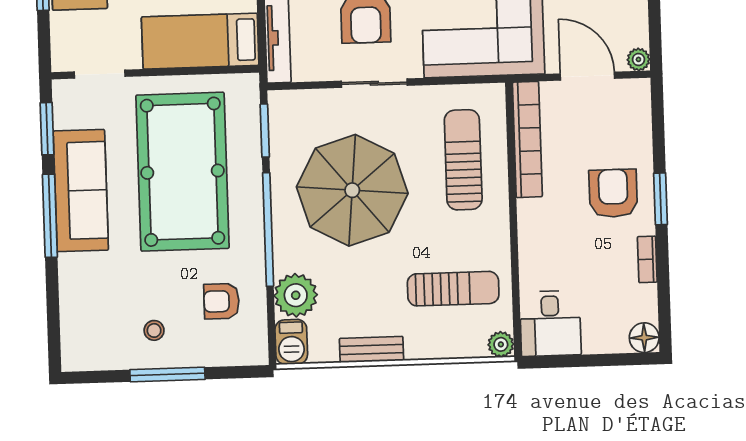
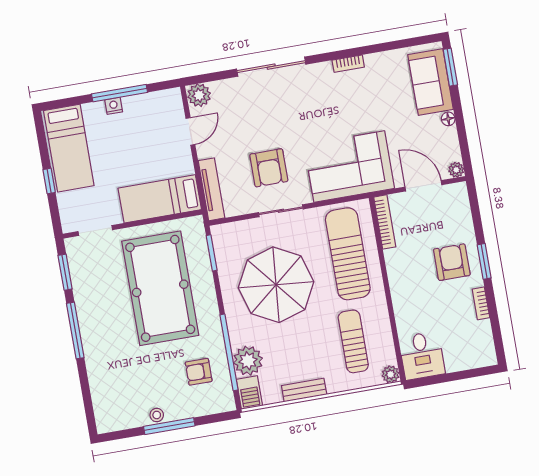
bookcase: (527, 139) -> (385, 222), width x0.68, depth x0.76
sun lounger: (463, 160) -> (348, 254), width x1.36, depth x1.34
sofa: (81, 191) -> (94, 311), removed
window: (268, 229) -> (229, 352), moved
sun lounger: (453, 289) -> (353, 341), turned -90
stool: (154, 330) -> (157, 415), moved
floor lamp: (644, 338) -> (486, 356), removed

